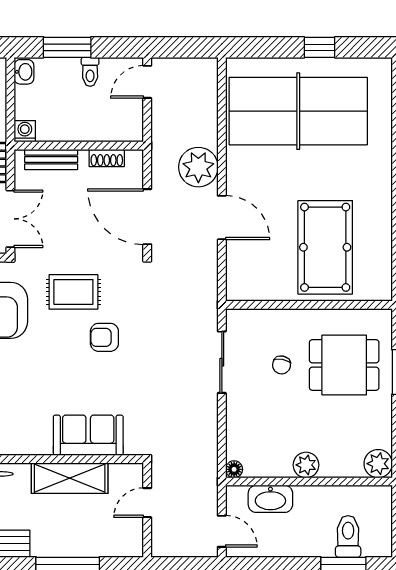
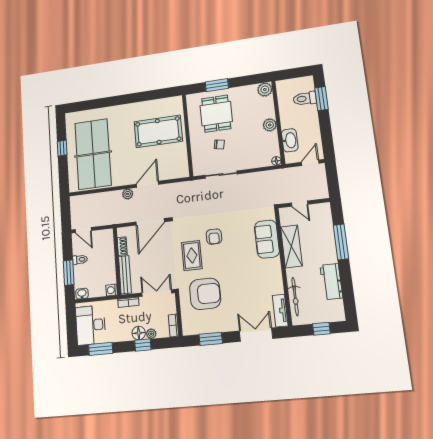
bench: (51, 159) -> (125, 275), width x1.36
plant: (198, 167) -> (128, 194), width x0.53, depth x0.53

